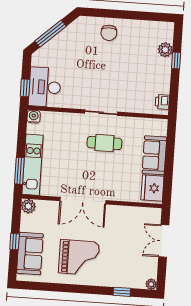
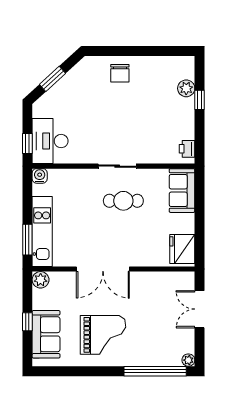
window: (50, 34) -> (53, 79), width x0.69
sofa: (154, 155) -> (182, 191), moved
window: (122, 292) -> (155, 371), width x3.17

